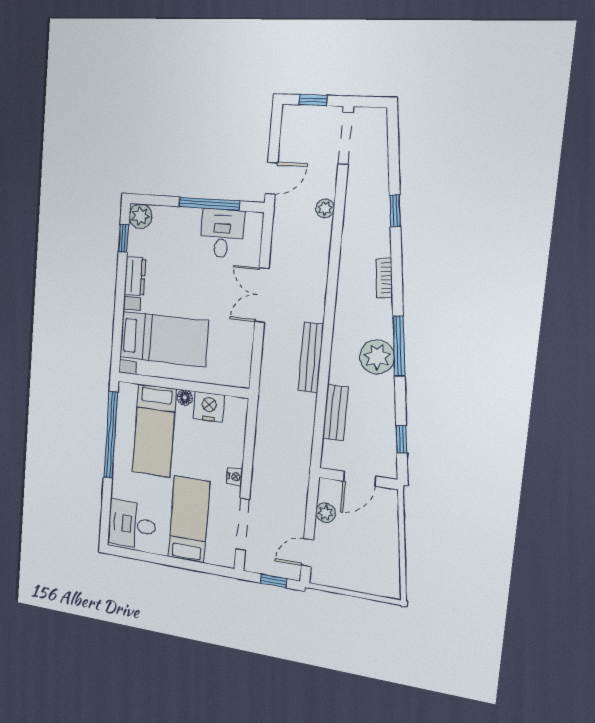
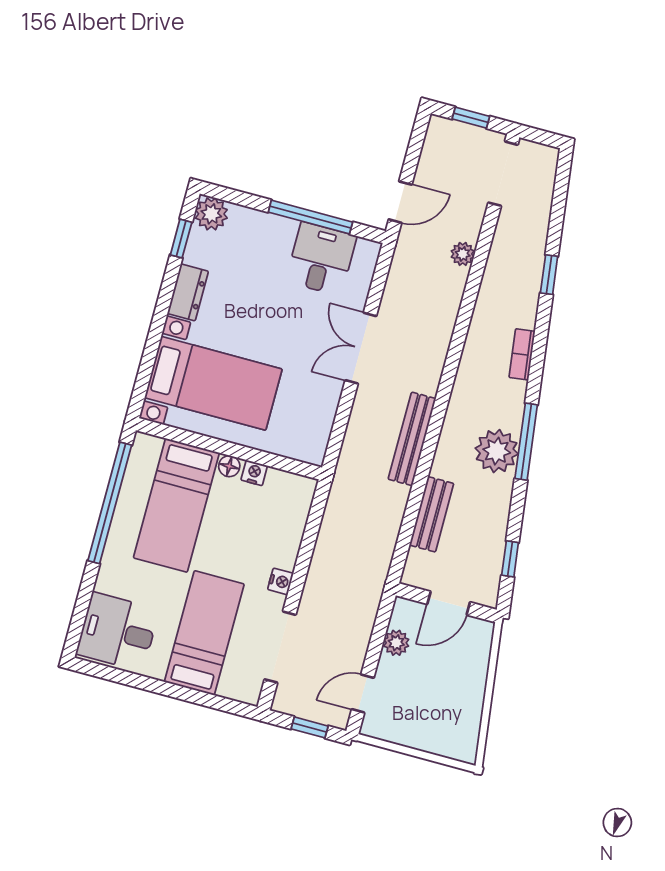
nightstand: (209, 407) -> (254, 473), width x0.53, depth x0.56

